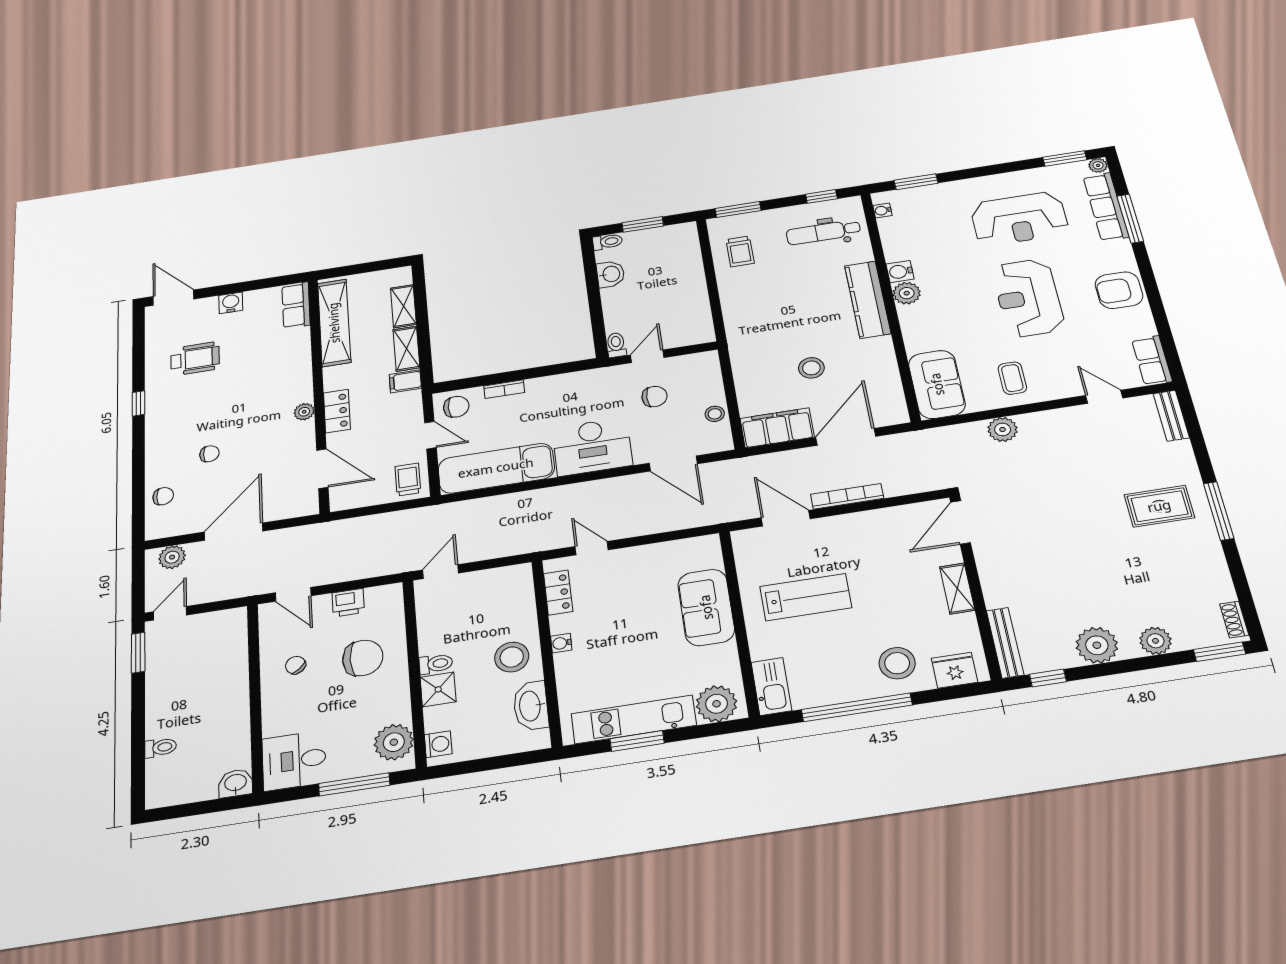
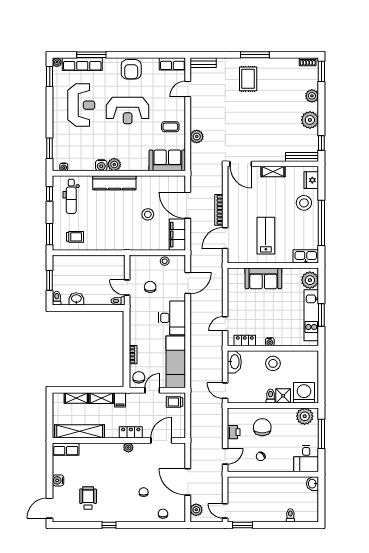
washbasin: (531, 706) -> (234, 362), moved, turned -90
washing machine: (438, 744) -> (304, 393), width x1.89, depth x1.89

